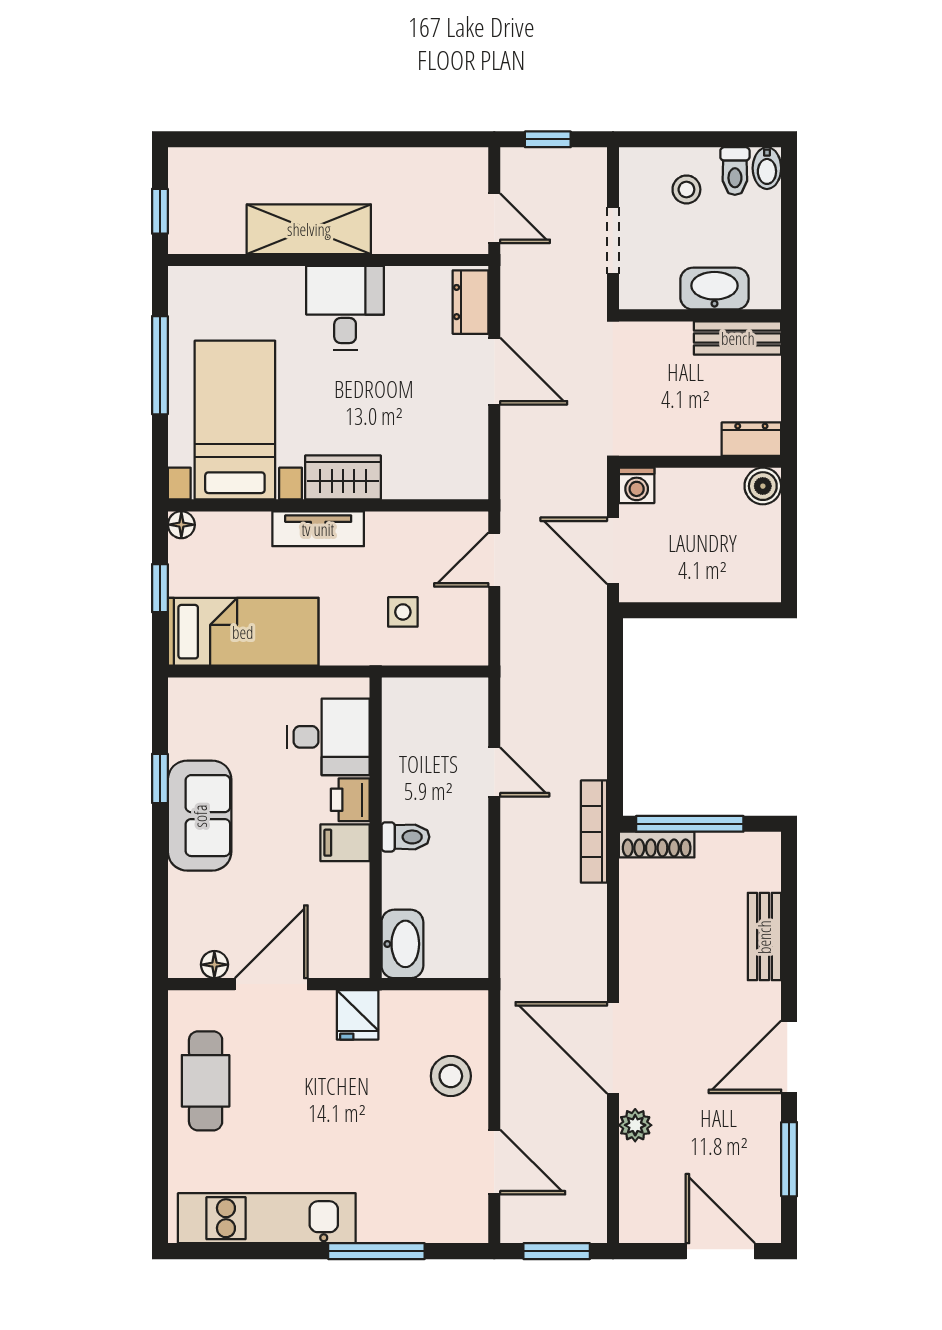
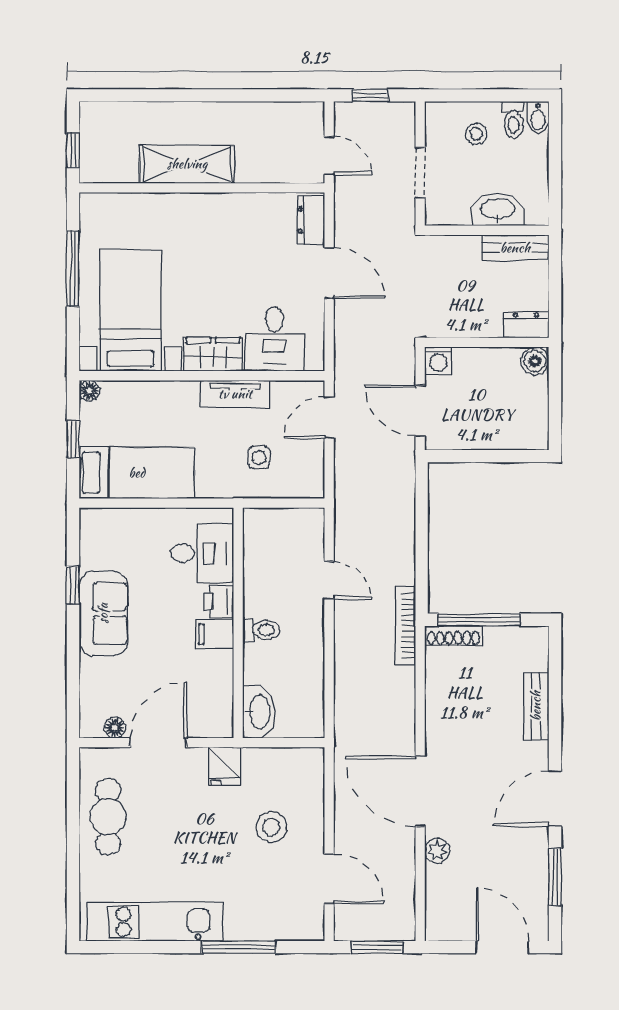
desk: (345, 308) -> (274, 339), moved, turned 180
tv unit: (318, 529) -> (235, 394), moved
stool: (451, 1076) -> (271, 827), moved

